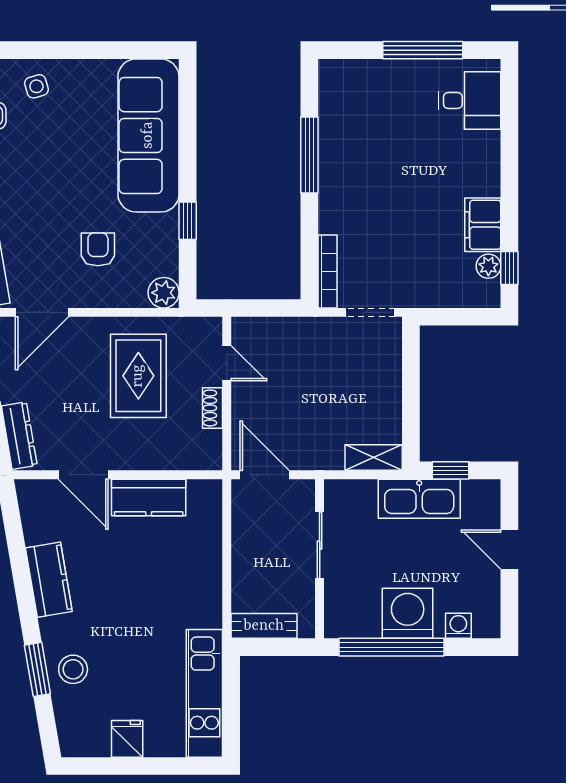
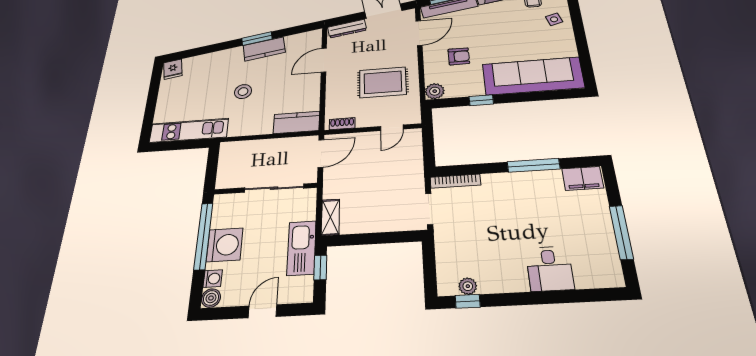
desk: (470, 101) -> (550, 269), moved
filing cabinet: (483, 225) -> (583, 178), moved, turned 180
door: (42, 312) -> (419, 33), swing flipped
shoe rack: (213, 408) -> (342, 124), moved
kitchen counter: (149, 497) -> (296, 122), moved, turned 90
sliding door: (320, 545) -> (274, 188), width x1.37
boiler: (487, 625) -> (211, 298), added
bench: (264, 626) -> (226, 160), removed
window: (37, 669) -> (257, 39), moved
stool: (73, 669) -> (243, 92), moved
fridge: (127, 739) -> (173, 69), moved, turned 80

